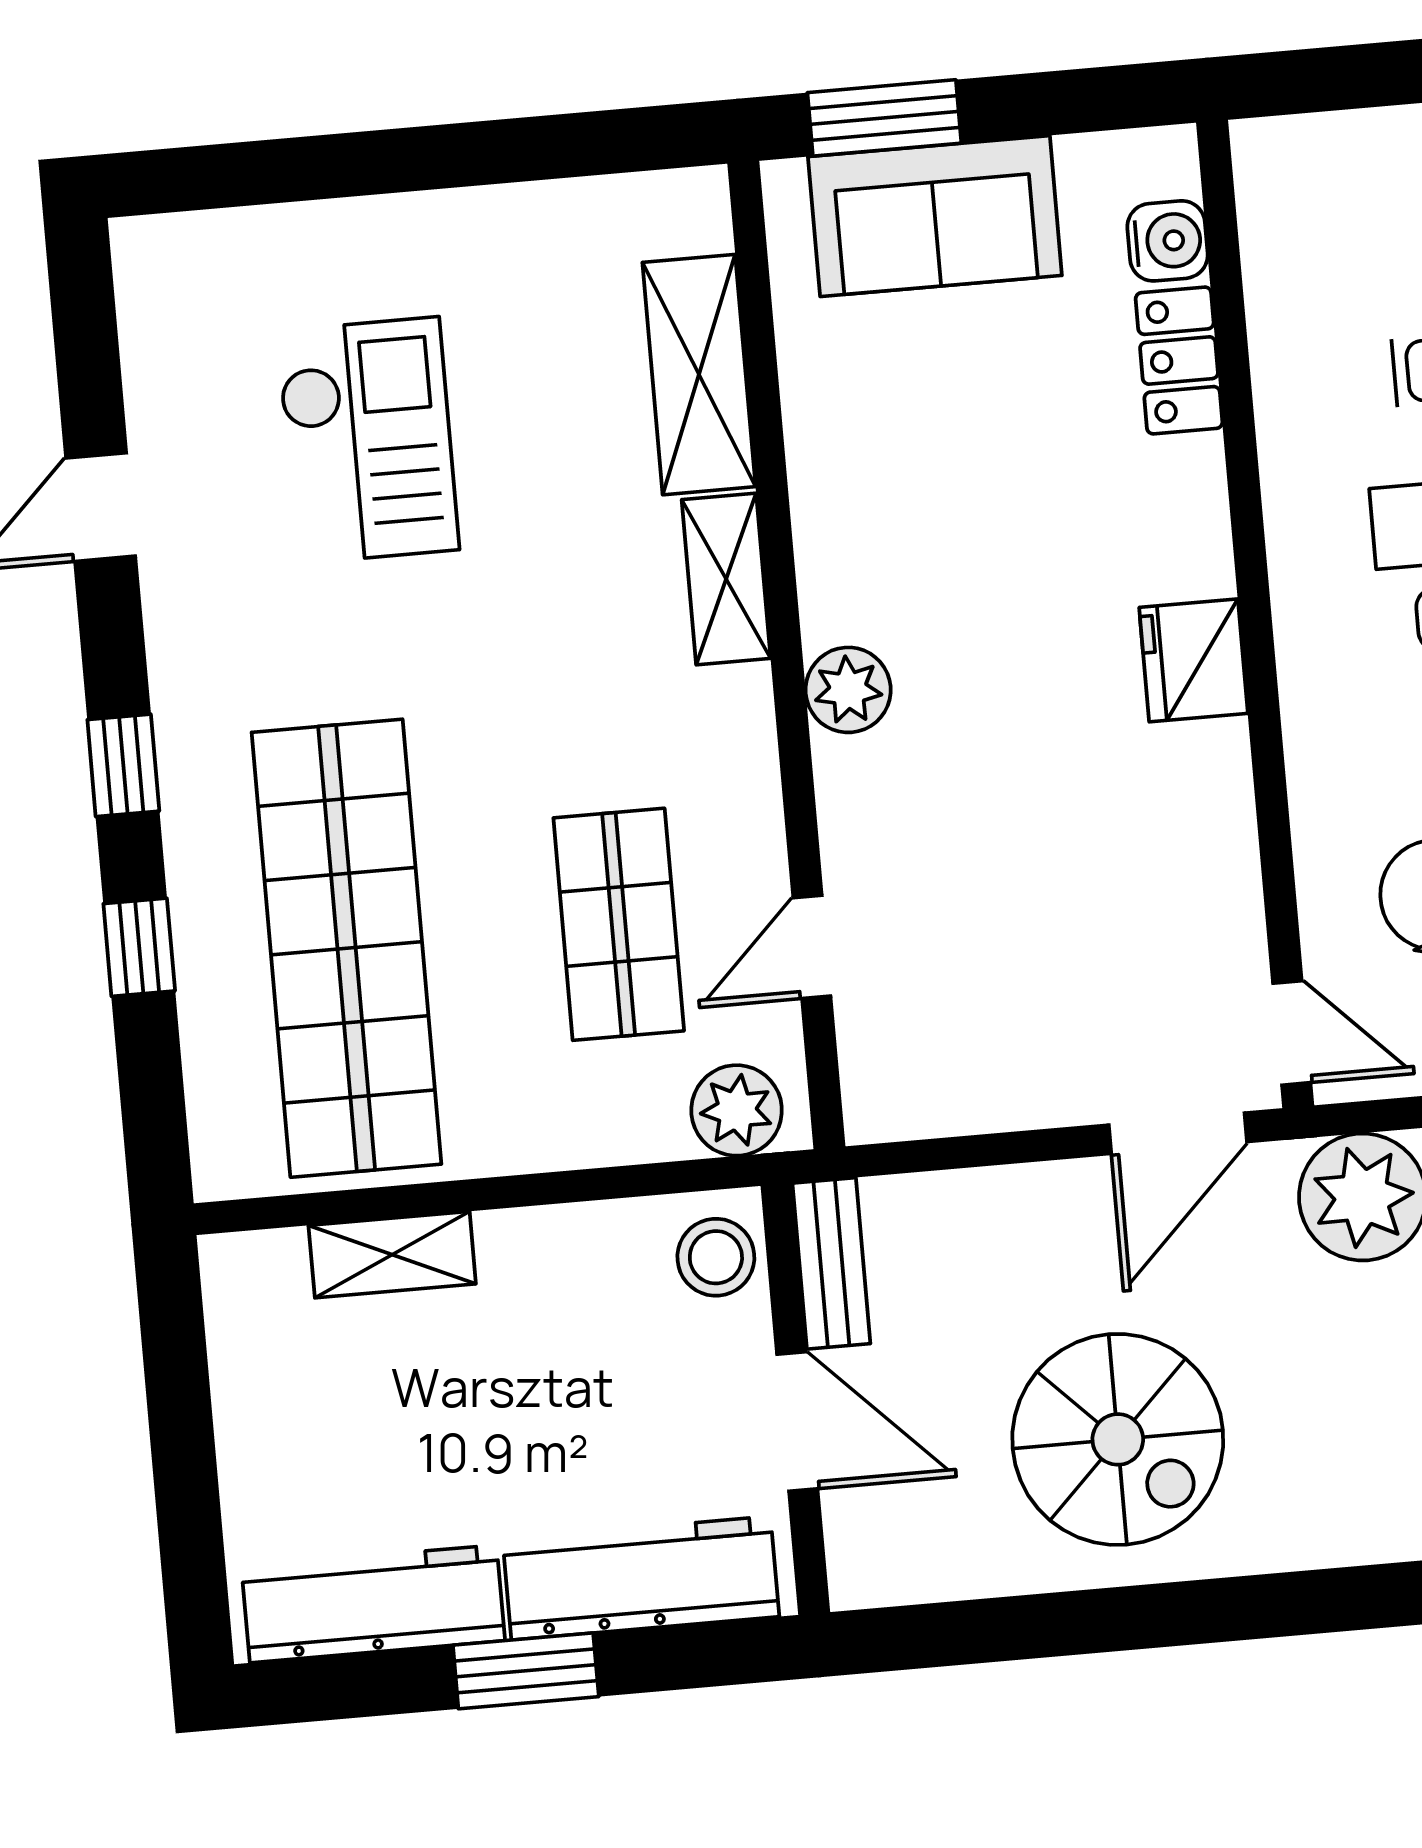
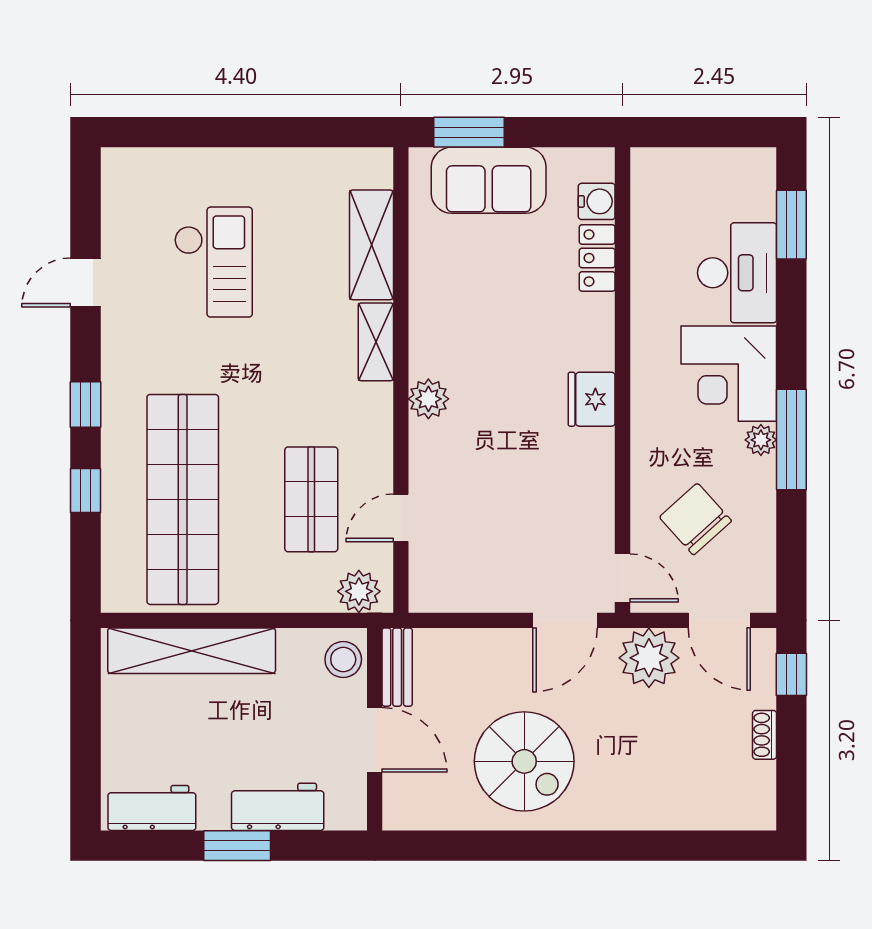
shelving: (392, 1255) -> (192, 651), width x2.20, depth x1.33
workbench: (641, 1578) -> (278, 807), width x0.73
workbench: (373, 1604) -> (152, 808), width x0.73

